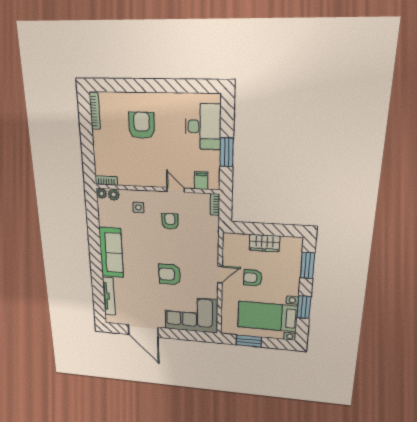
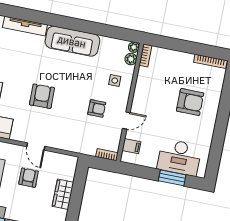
window: (227, 152) -> (172, 178), moved

